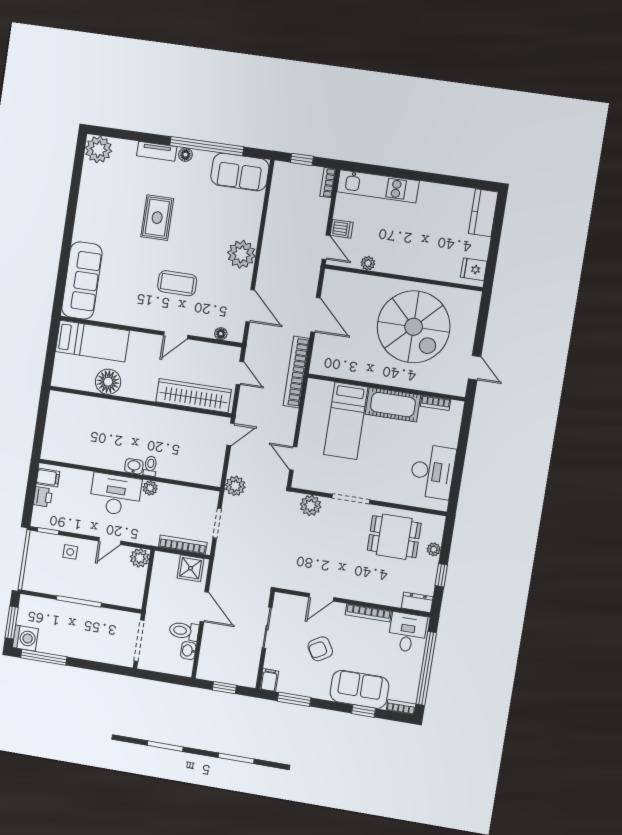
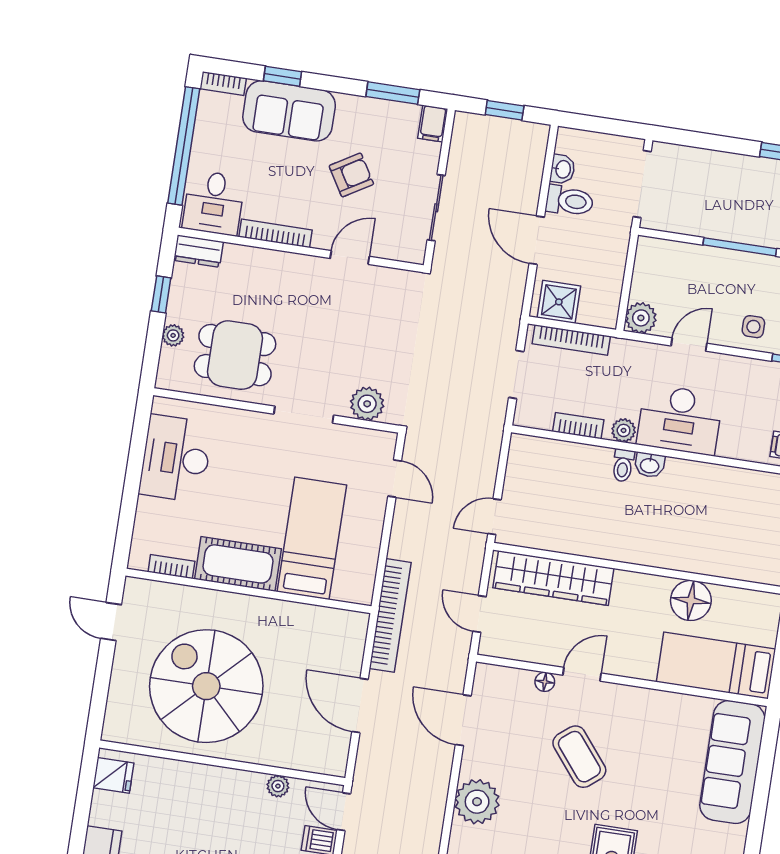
coffee table: (177, 283) -> (579, 757), turned 51
floor lamp: (221, 334) -> (545, 682), moved
plant: (235, 486) -> (487, 434), removed
bookcase: (178, 491) -> (578, 426), added

